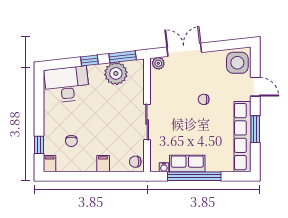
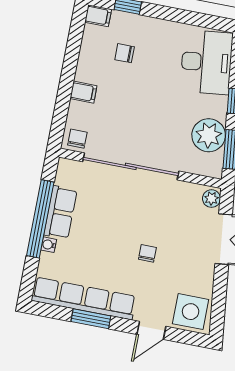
sliding door: (147, 122) -> (131, 166), width x1.86
water cooler: (164, 167) -> (49, 245), moved

